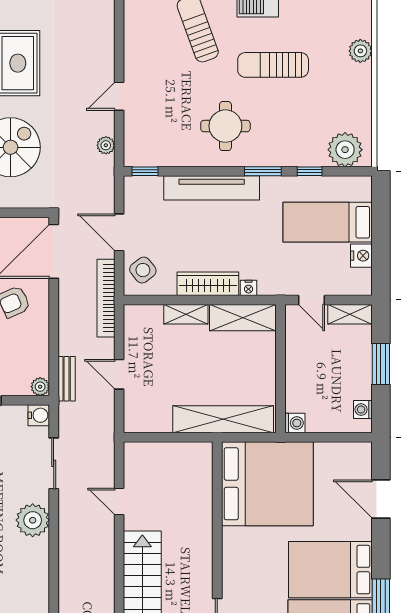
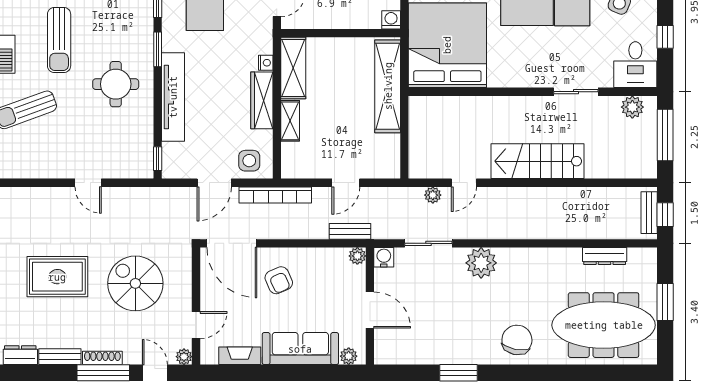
plant: (106, 145) -> (433, 195), moved
side table: (143, 270) -> (249, 161), turned 38

